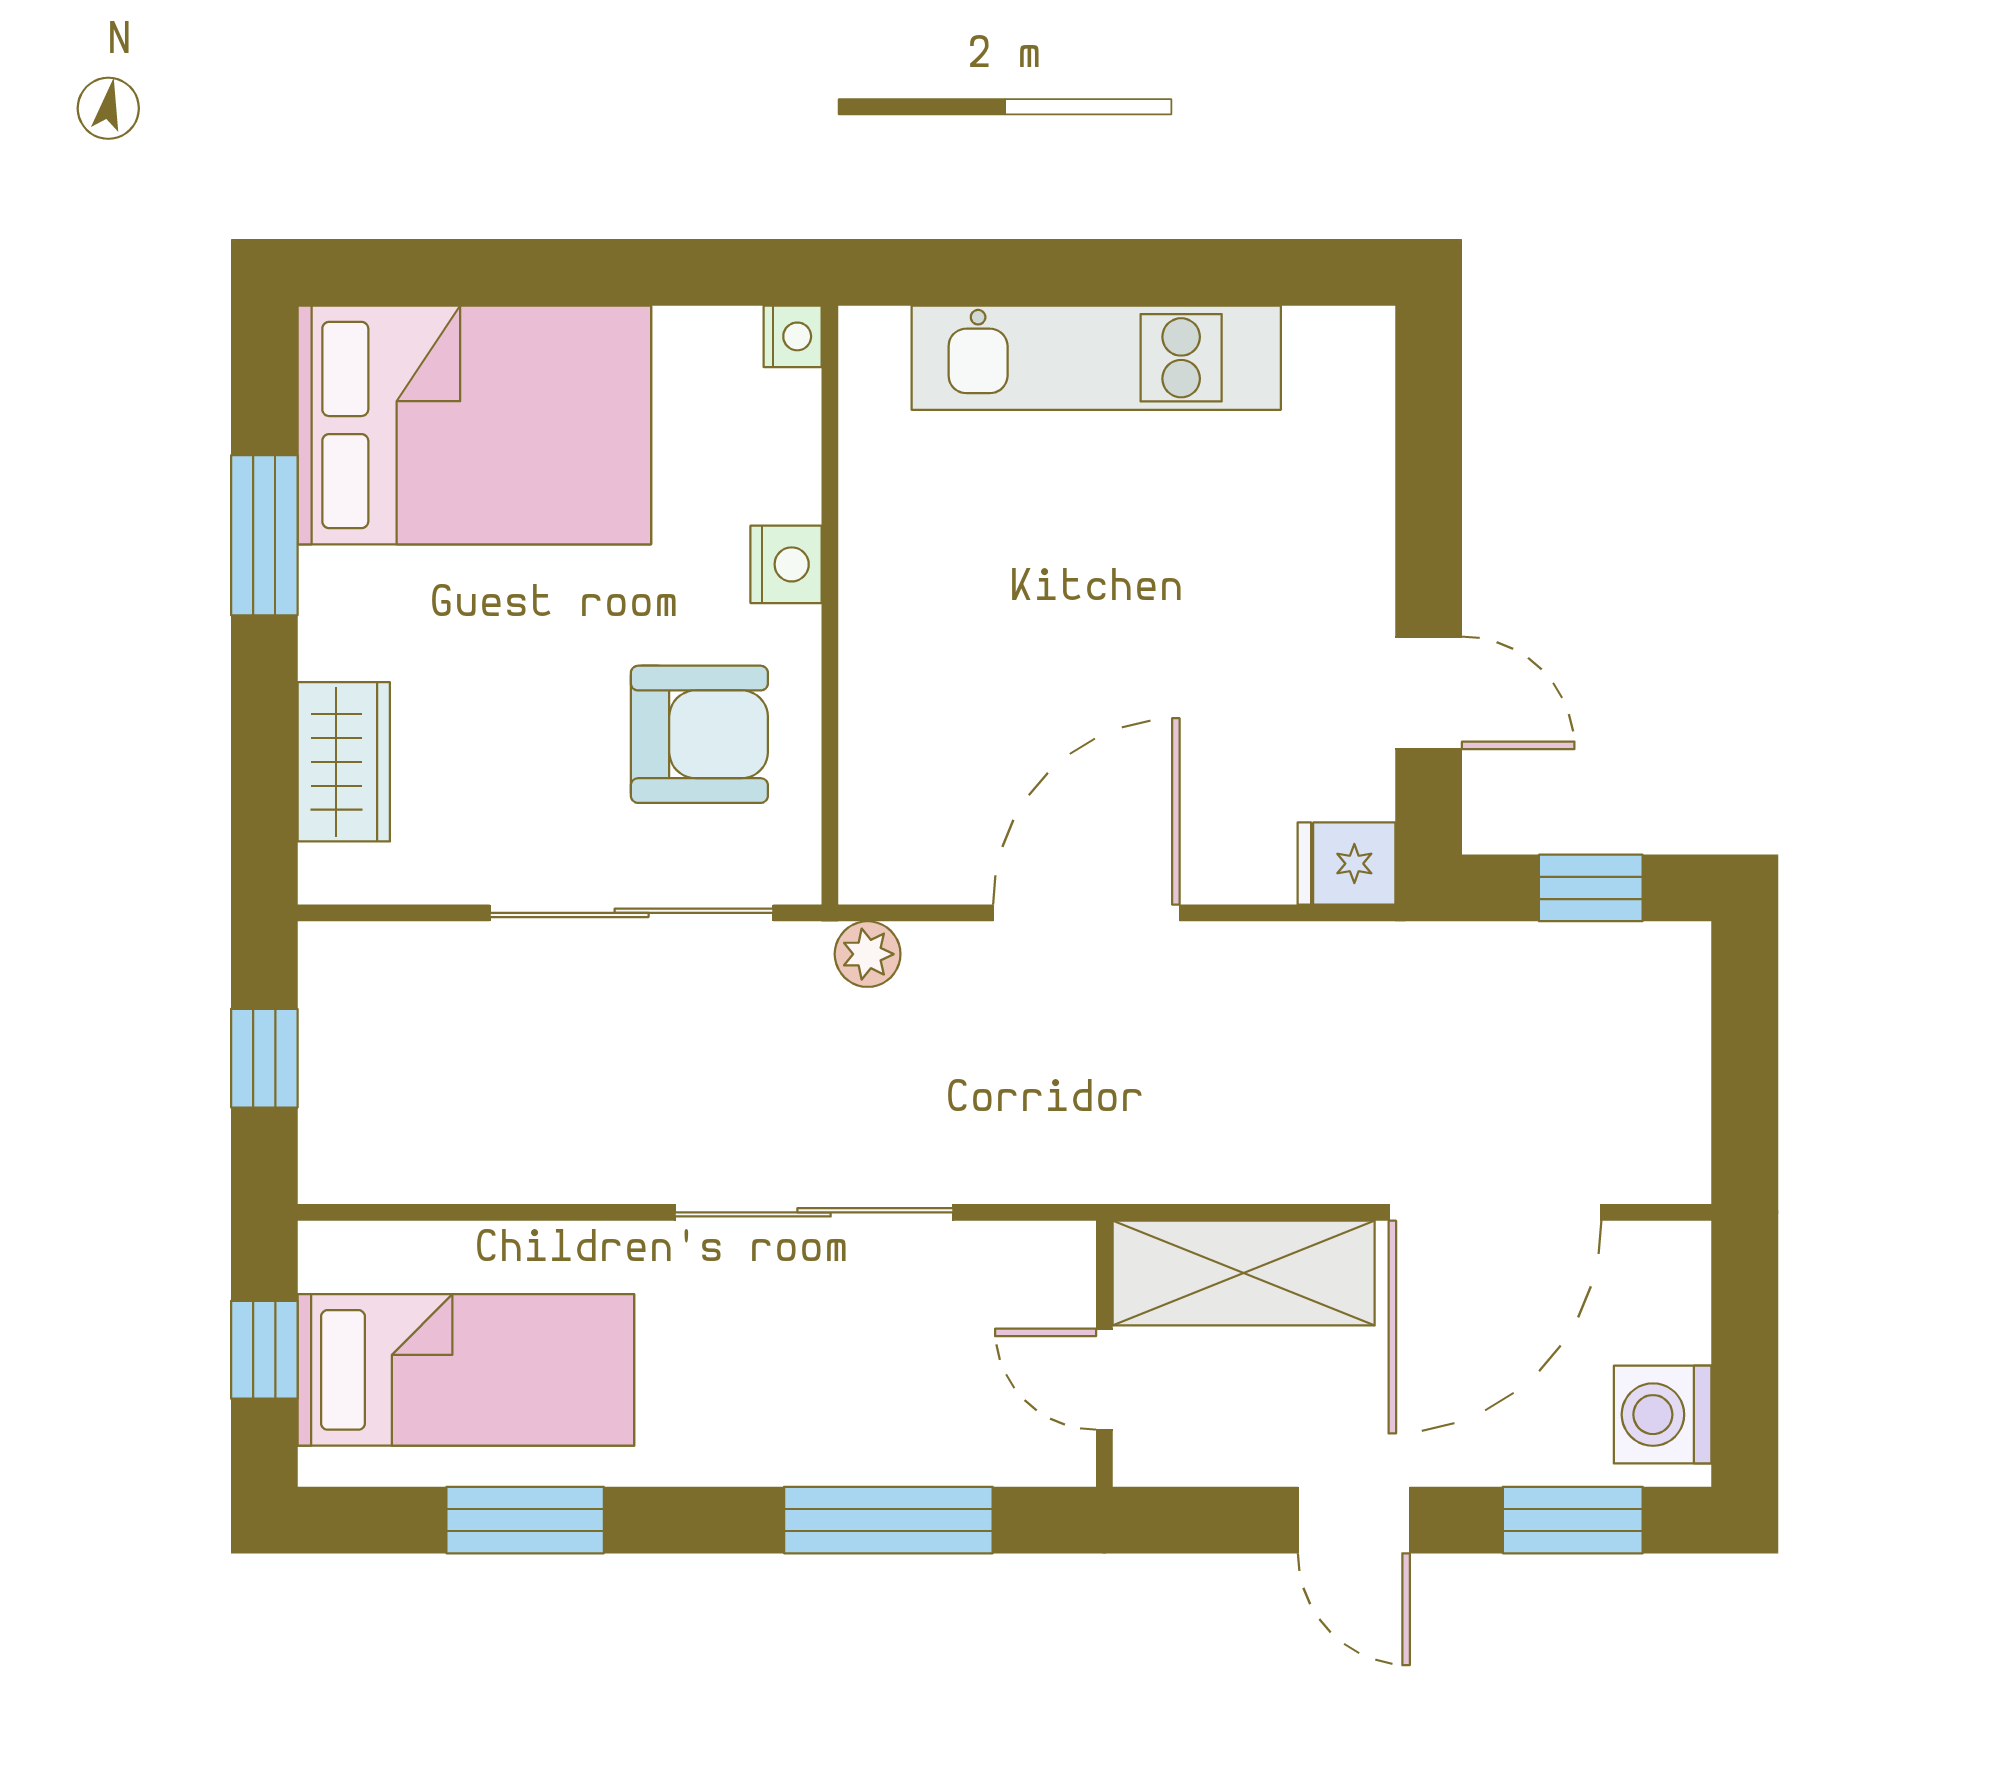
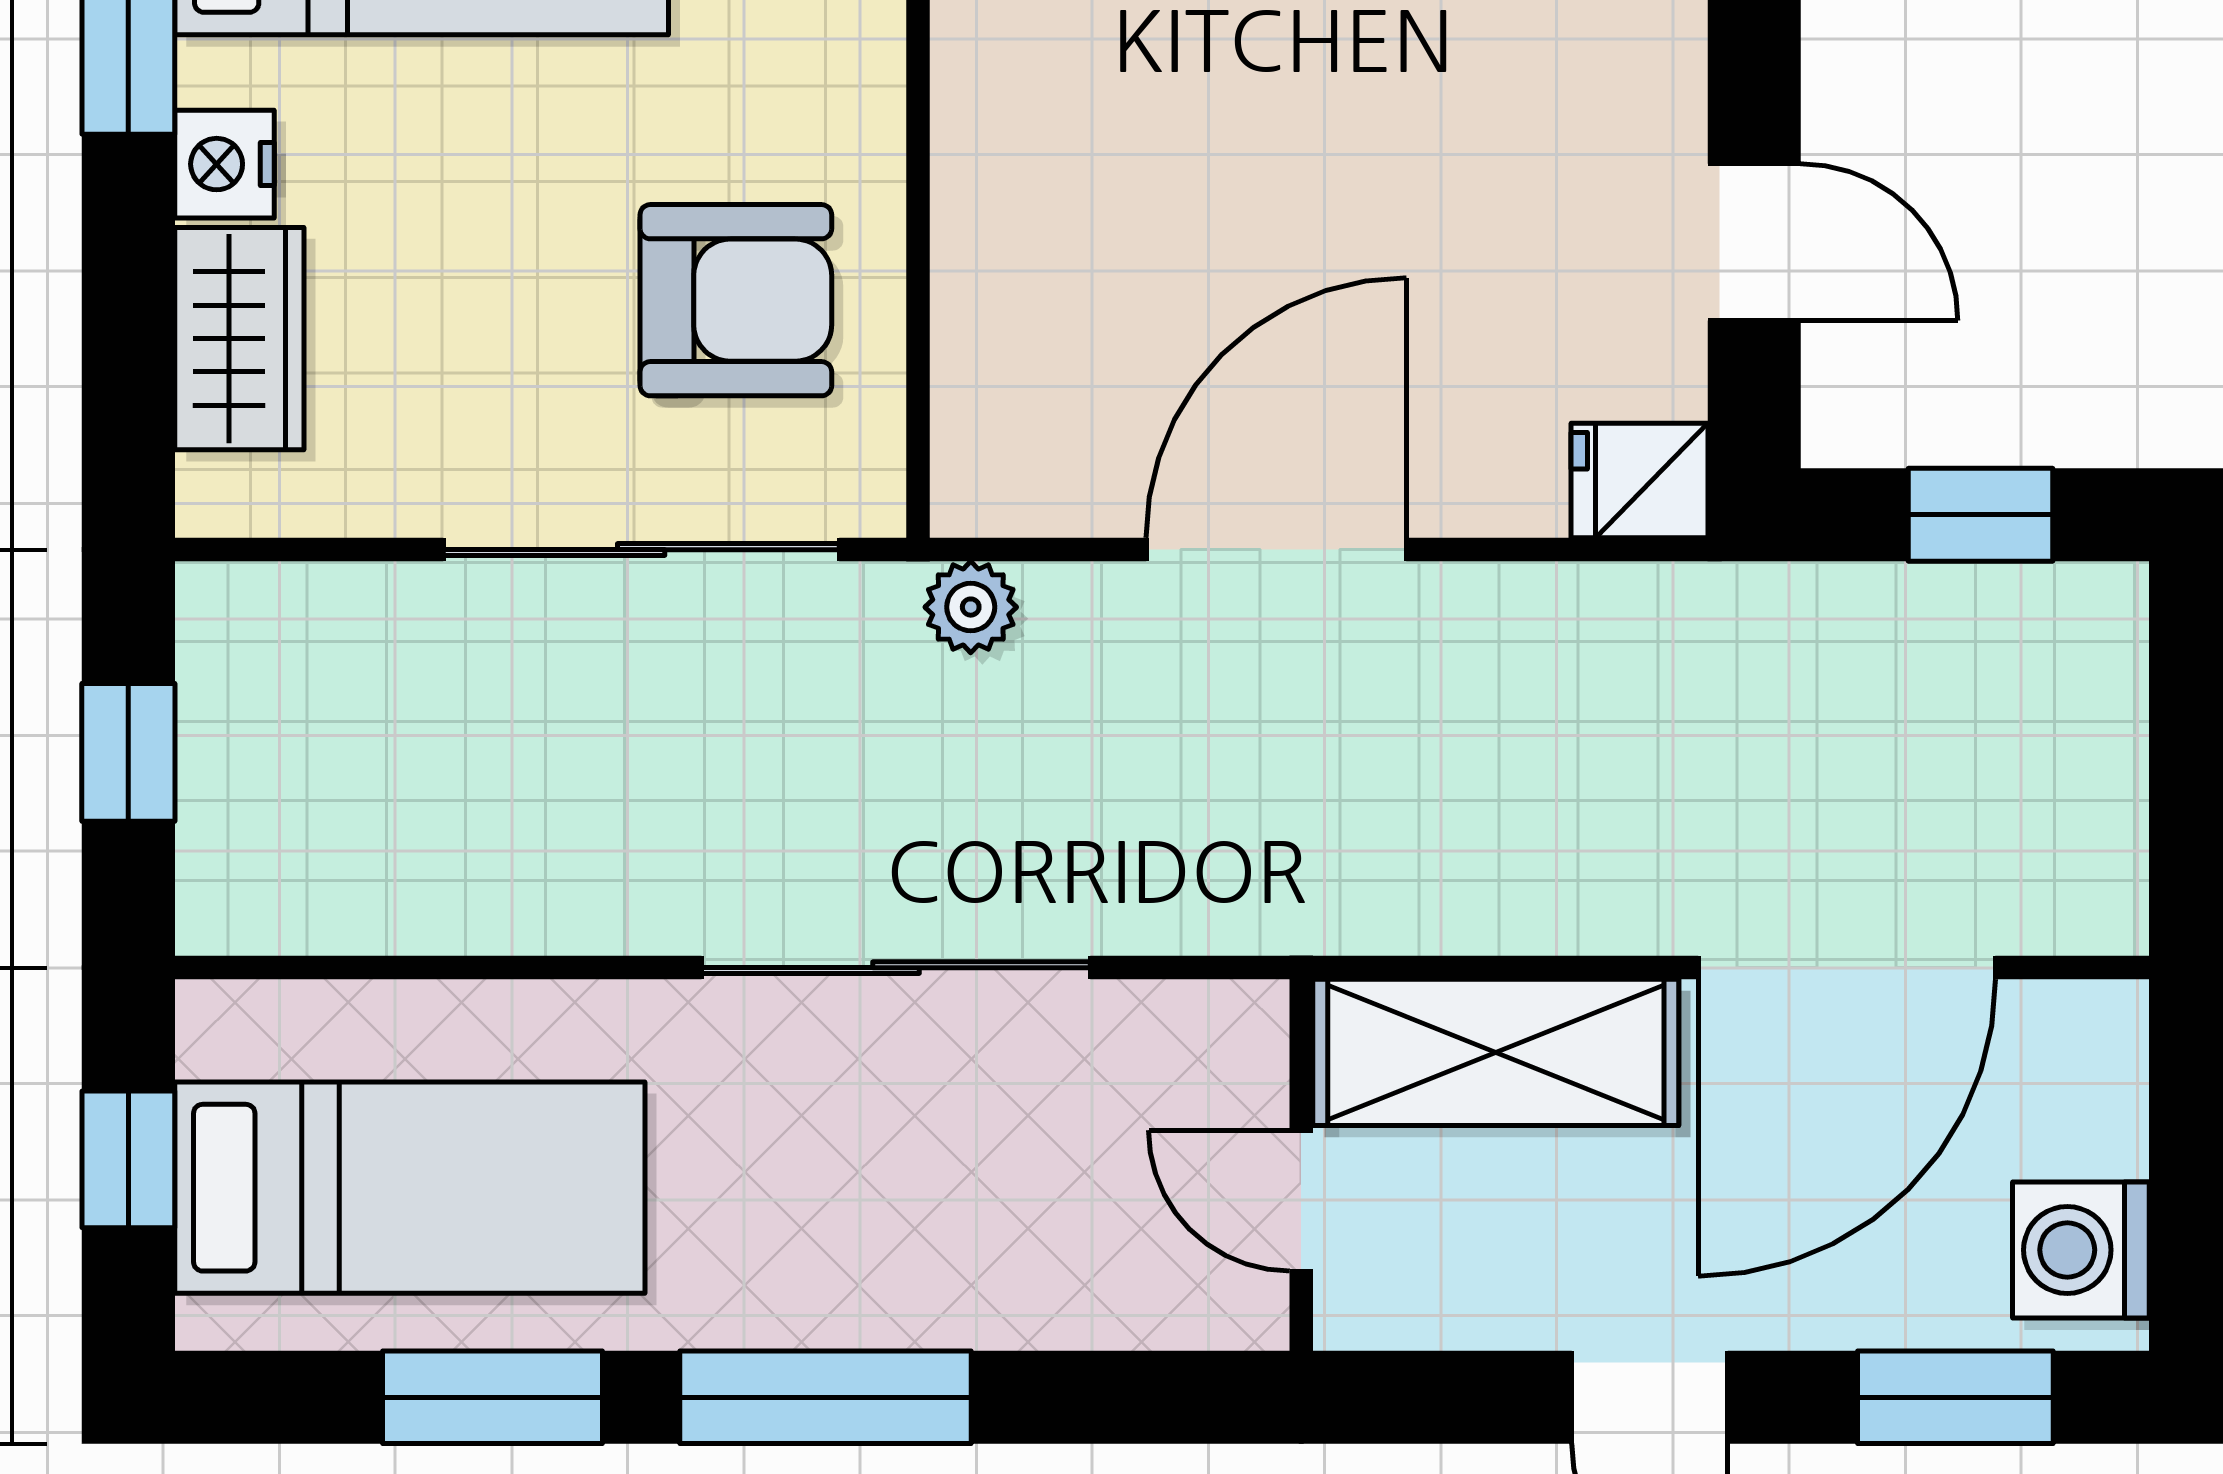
nightstand: (786, 564) -> (225, 164), moved, turned 180
window: (888, 1520) -> (826, 1397), moved

